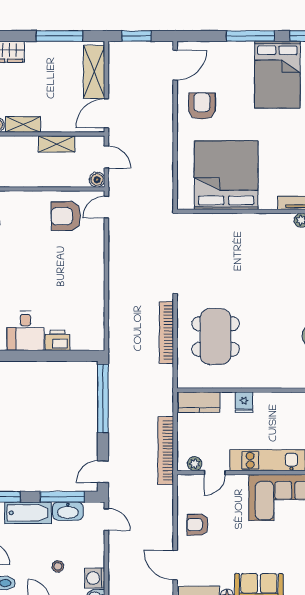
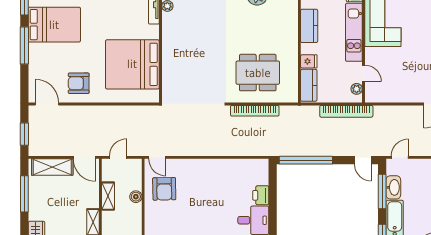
boiler: (97, 180) -> (136, 197), moved
fridge: (244, 402) -> (309, 61), moved
kitchen counter: (276, 403) -> (309, 26), added
armchair: (198, 525) -> (404, 87), removed

